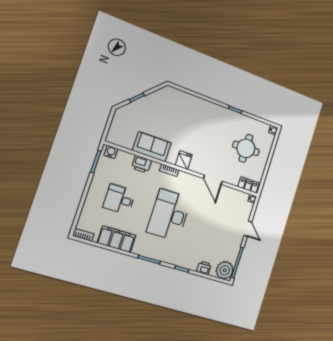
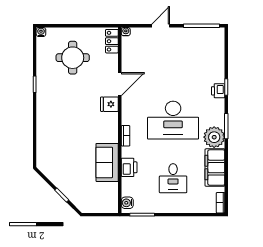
fridge: (184, 160) -> (109, 104), moved
printer: (204, 268) -> (218, 91), moved
plant: (225, 270) -> (214, 137), moved

